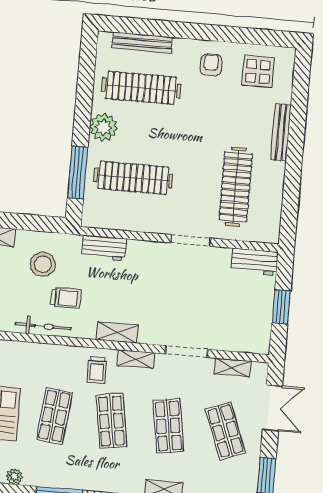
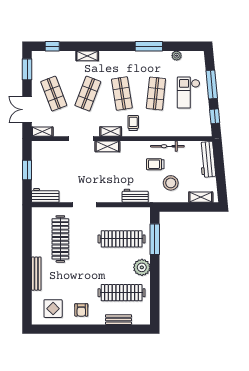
bench: (142, 43) -> (118, 320), width x0.73
shelving: (117, 332) -> (107, 146), moved
shelving: (232, 367) -> (42, 132), moved
shop shelf: (168, 426) -> (88, 94), turned 30

